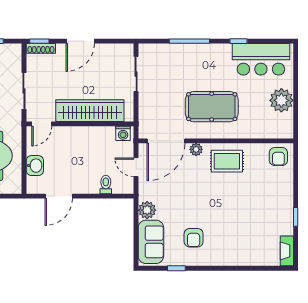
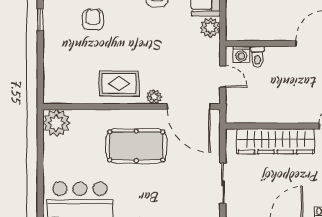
plant: (281, 100) -> (57, 123), moved
washing machine: (123, 133) -> (241, 54), moved, turned 180
door: (166, 141) -> (189, 107), swing flipped
armchair: (278, 157) -> (93, 20), moved

